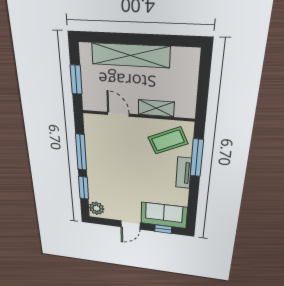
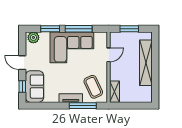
shelving: (156, 108) -> (114, 92), moved
corner sofa: (108, 164) -> (72, 47), added

